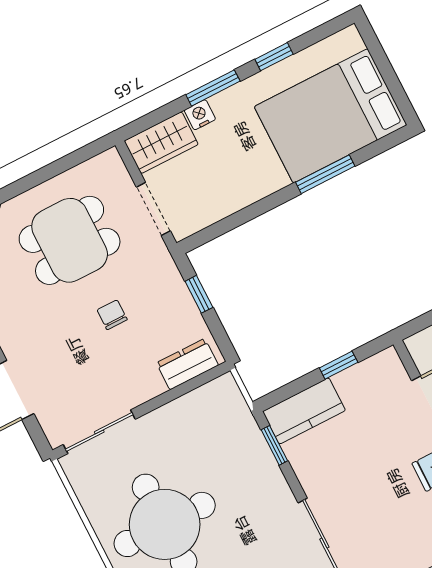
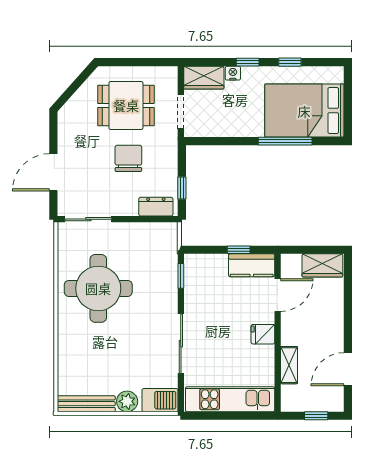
window: (213, 88) -> (248, 62), width x0.67
window: (325, 174) -> (285, 141), width x1.44
window: (199, 294) -> (182, 188), moved
chair: (112, 315) -> (128, 158), width x1.87, depth x1.87
kitchen counter: (304, 411) -> (252, 265), moved

